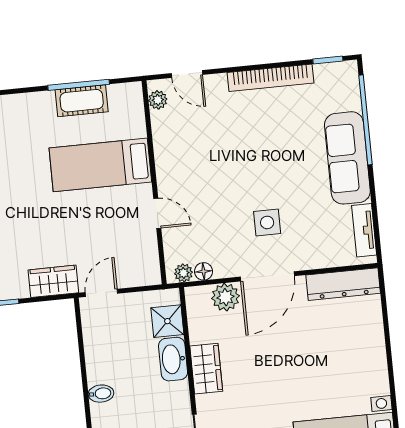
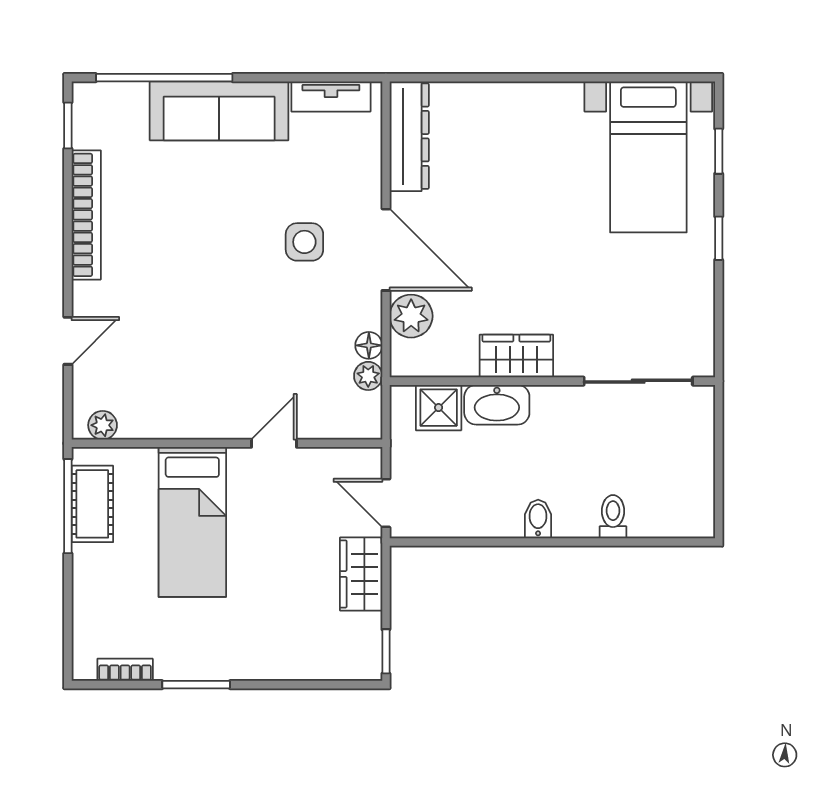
plant: (158, 100) -> (103, 425), moved
bed: (100, 165) -> (192, 522), moved
wall: (154, 182) -> (227, 443), moved
door: (157, 213) -> (274, 443), moved

